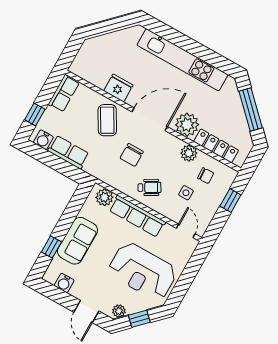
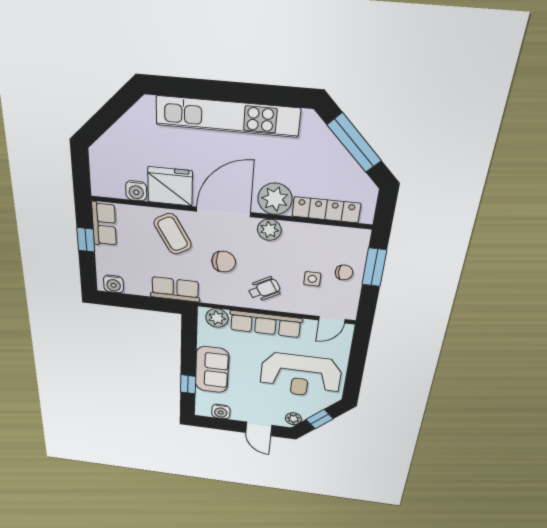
water cooler: (100, 80) -> (136, 191), added
fridge: (118, 88) -> (170, 186), width x1.36, depth x1.34
window: (35, 114) -> (86, 240), moved
row of seats: (68, 152) -> (175, 289), moved
plant: (189, 153) -> (269, 230), moved
chair: (132, 155) -> (224, 262), turned -92
chair: (206, 176) -> (344, 272), moved
window: (230, 201) -> (374, 267), width x1.50
door: (186, 231) -> (332, 320), swing flipped

